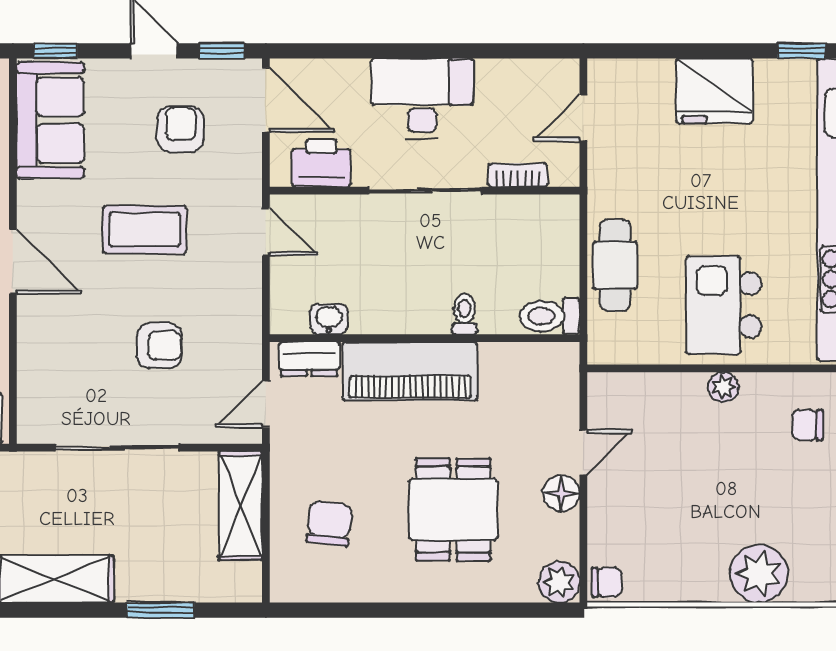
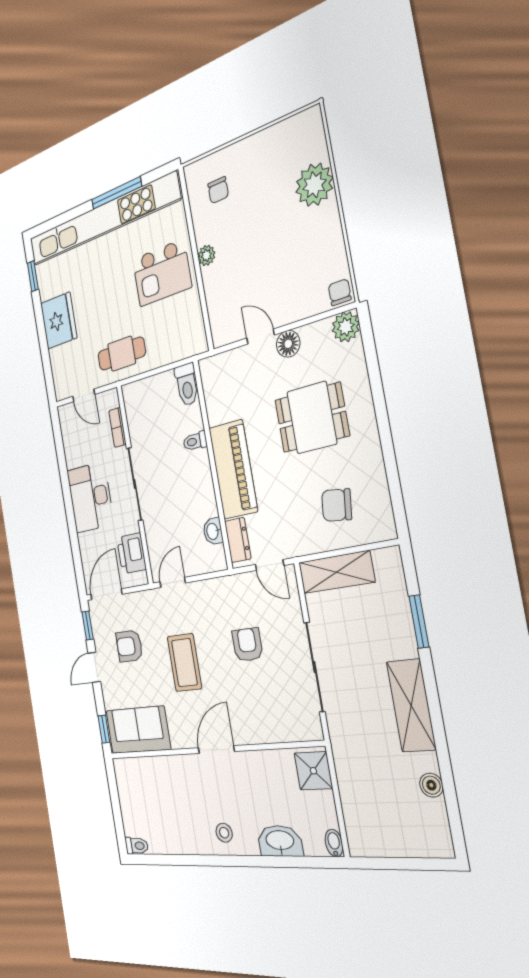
cafe table: (615, 265) -> (122, 354), moved

